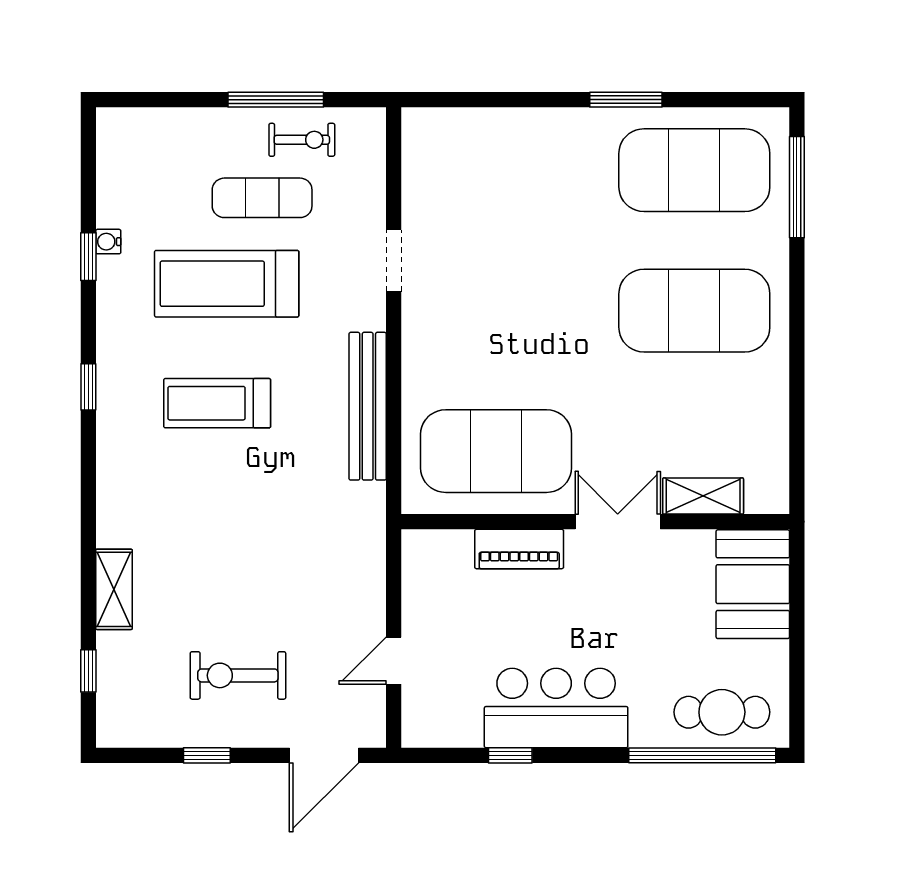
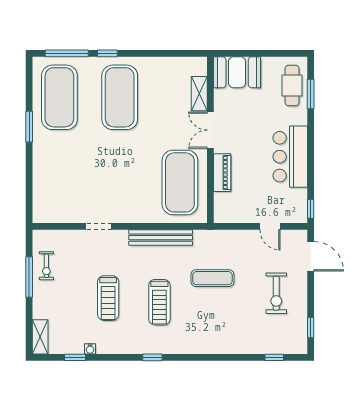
exercise bike: (302, 140) -> (46, 266), turned 180
exercise mat: (262, 198) -> (212, 278), moved, turned 90
window: (88, 257) -> (75, 357), moved
window: (797, 282) -> (107, 53), added
treadmill: (227, 284) -> (108, 298), width x0.73, depth x0.73
shelving: (114, 589) -> (40, 337), moved, turned 90
window: (207, 755) -> (311, 327), moved
window: (510, 755) -> (311, 209), moved
window: (702, 755) -> (311, 94), width x0.47

